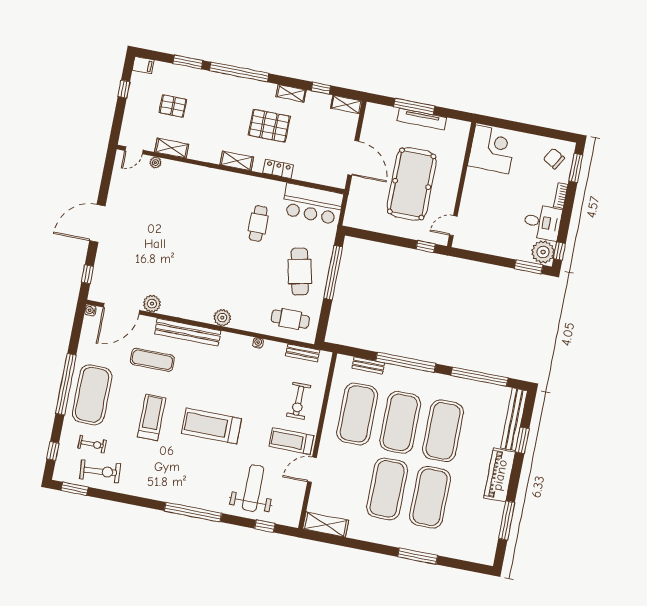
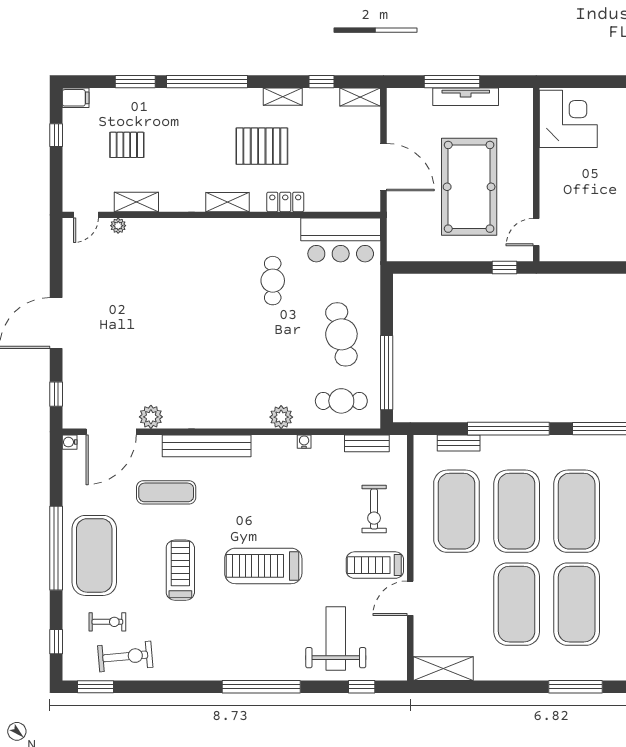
window: (333, 273) -> (387, 373), moved
plant: (222, 318) -> (281, 417), moved

